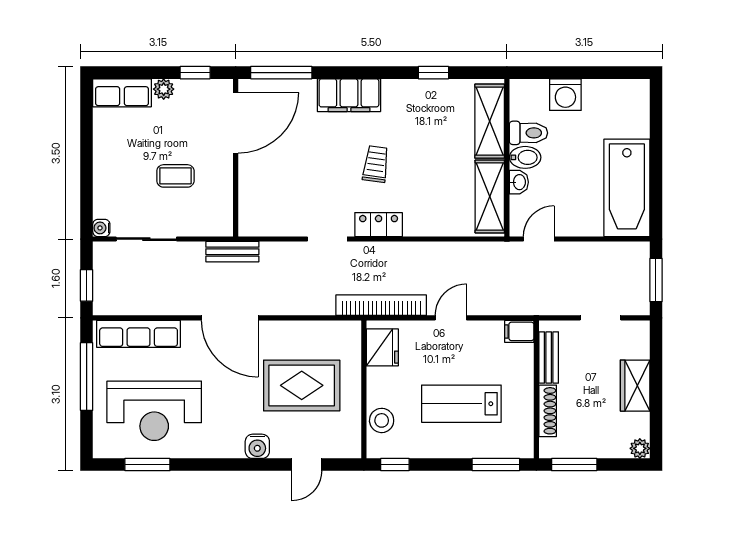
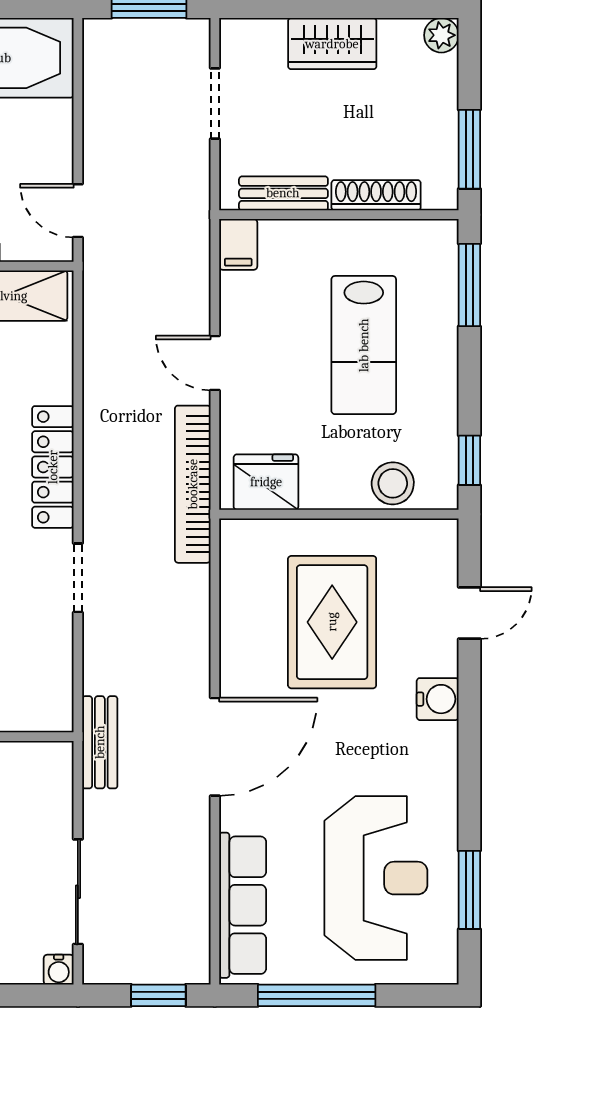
locker: (379, 225) -> (53, 467), width x1.53
door: (307, 465) -> (469, 613), hinge flipped

